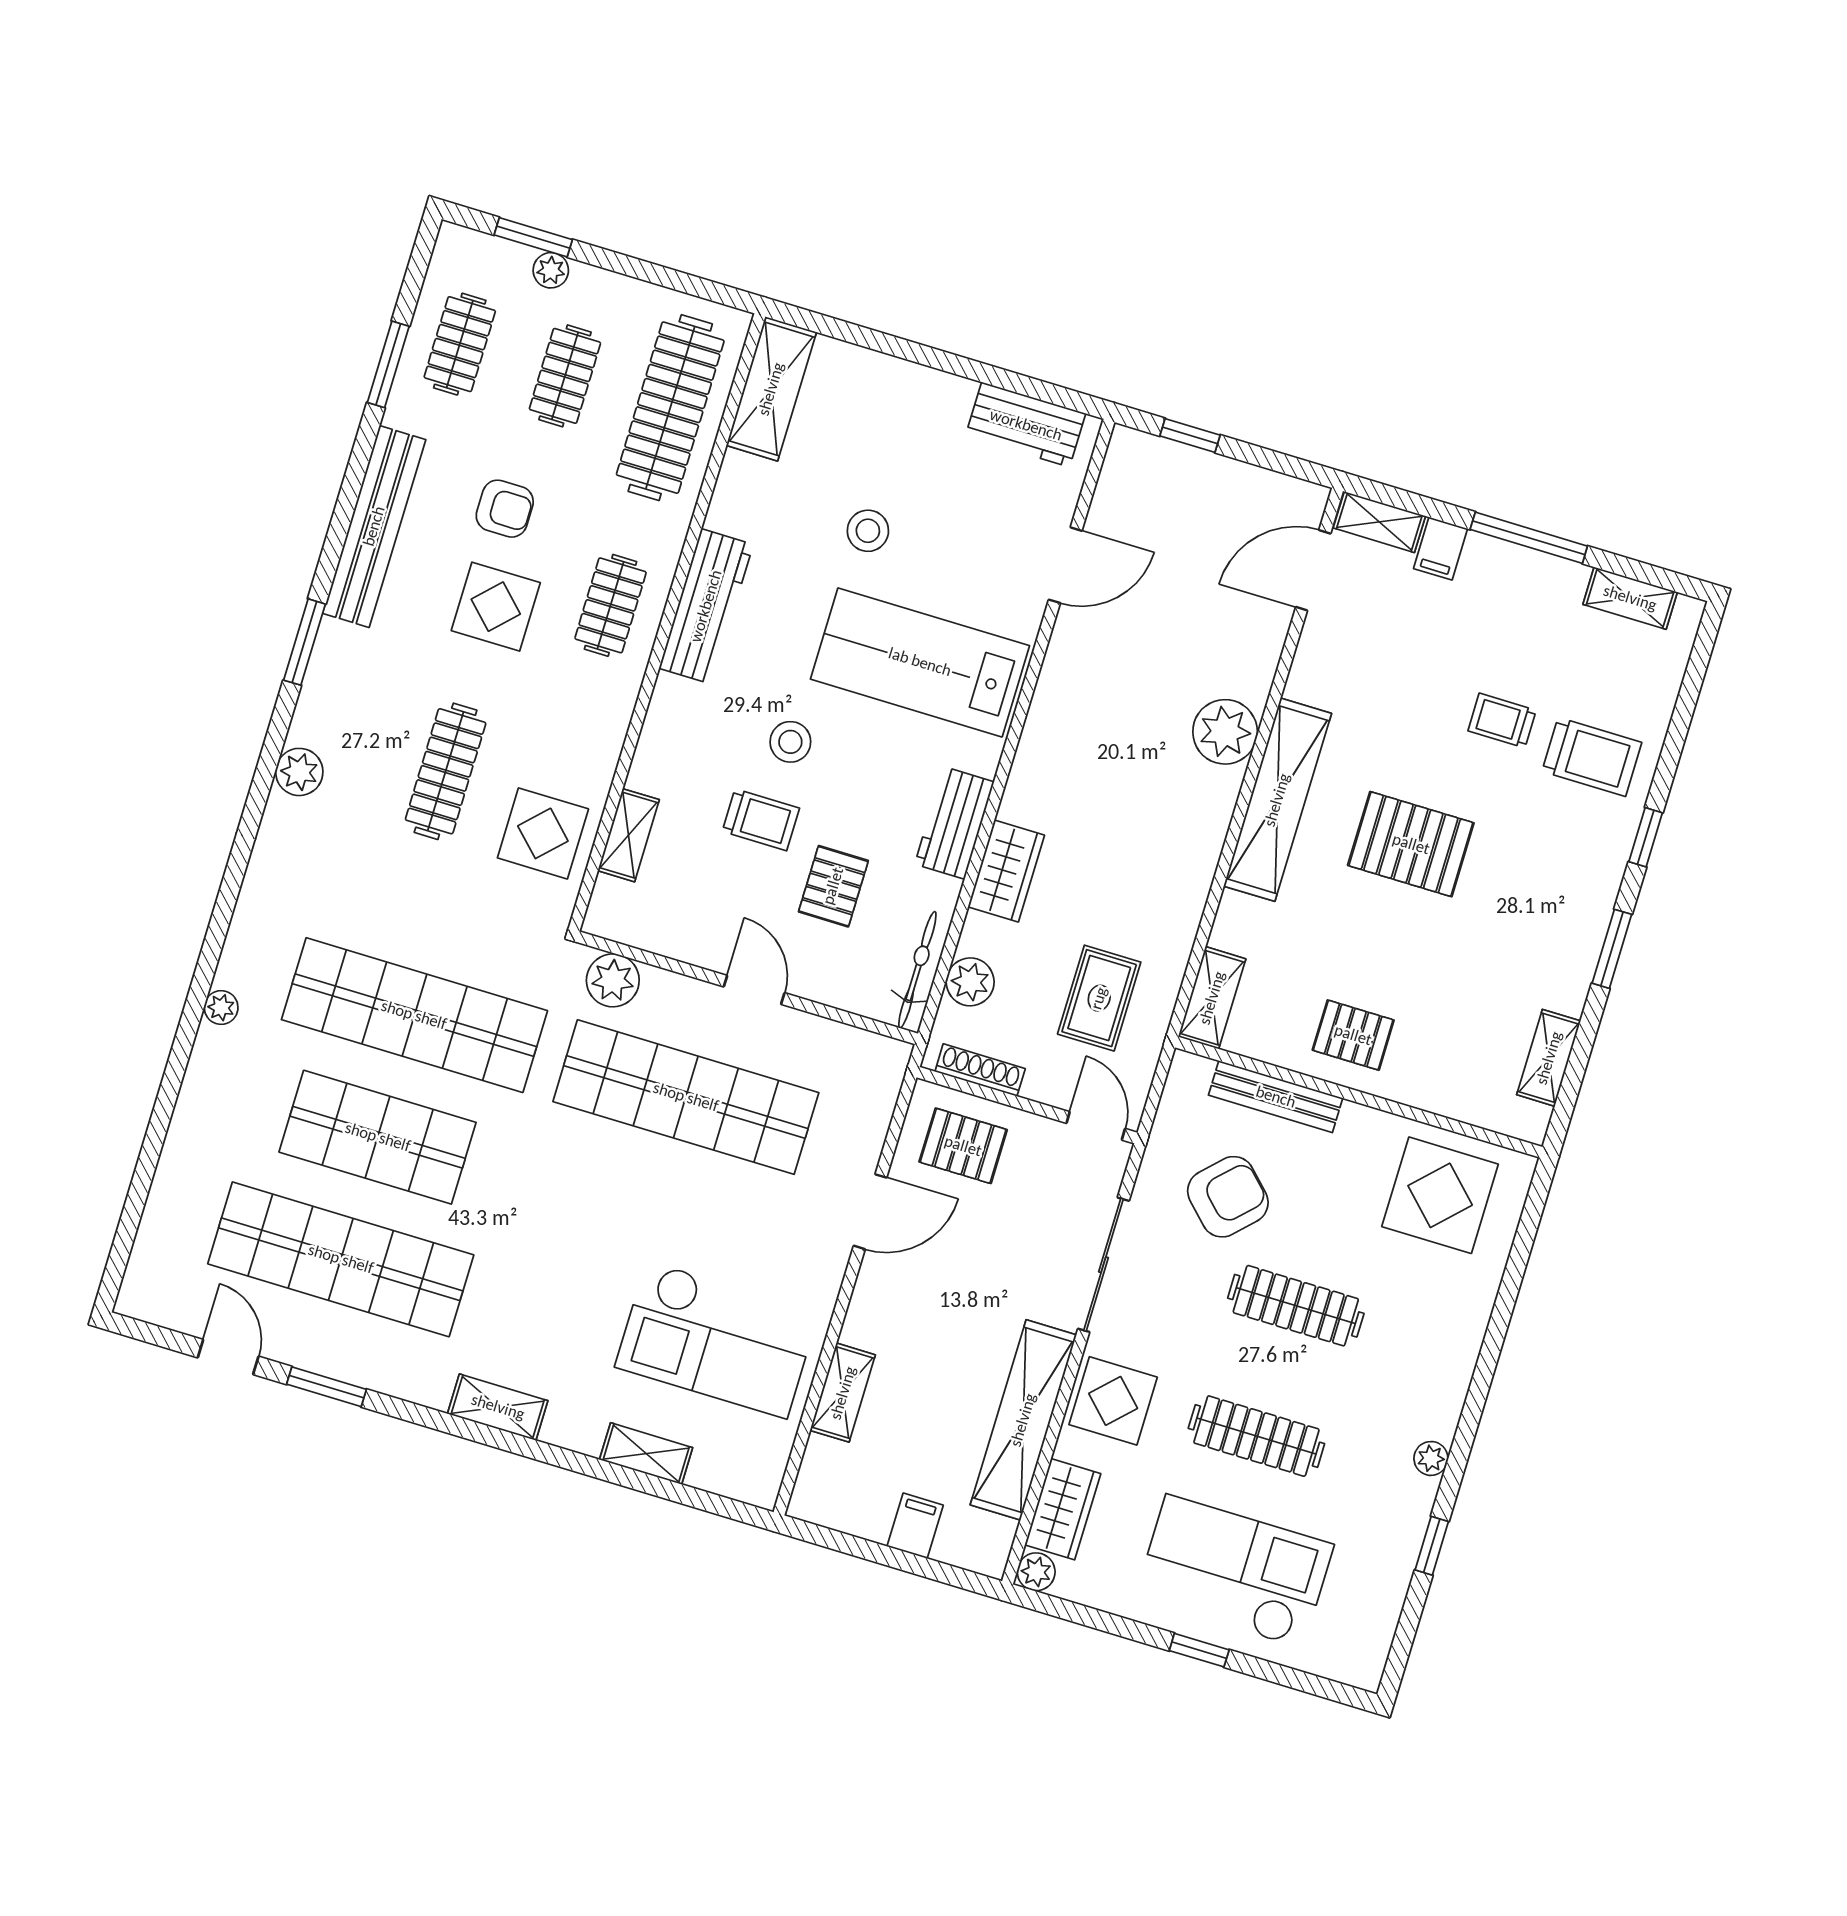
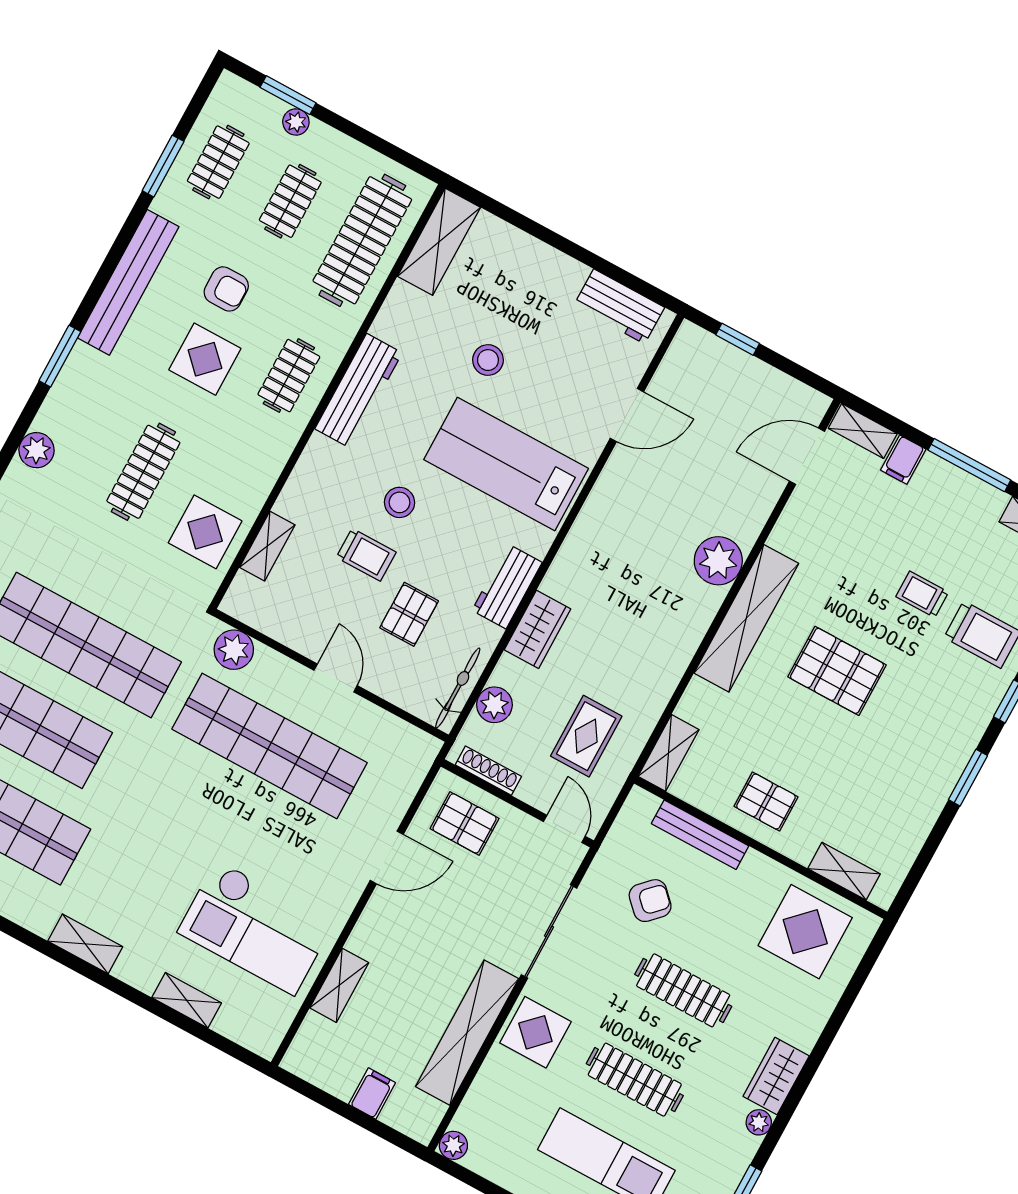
shelving: (1549, 1058) -> (844, 871), moved, turned 90
armchair: (1228, 1197) -> (650, 901), width x0.72, depth x0.72
wardrobe: (1063, 1509) -> (776, 1076), moved, turned 180

